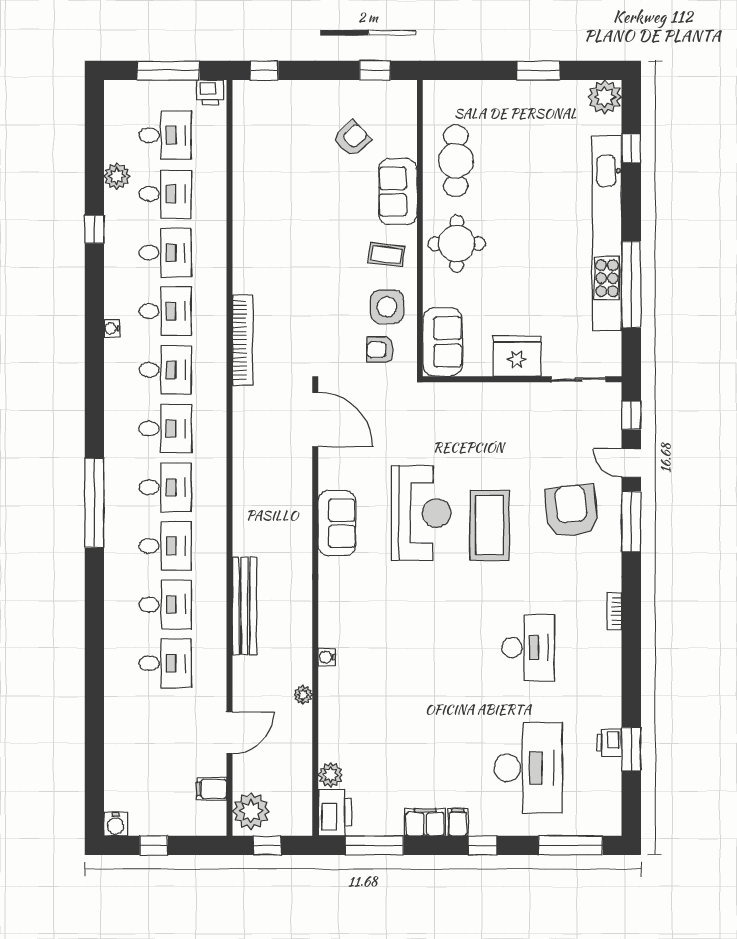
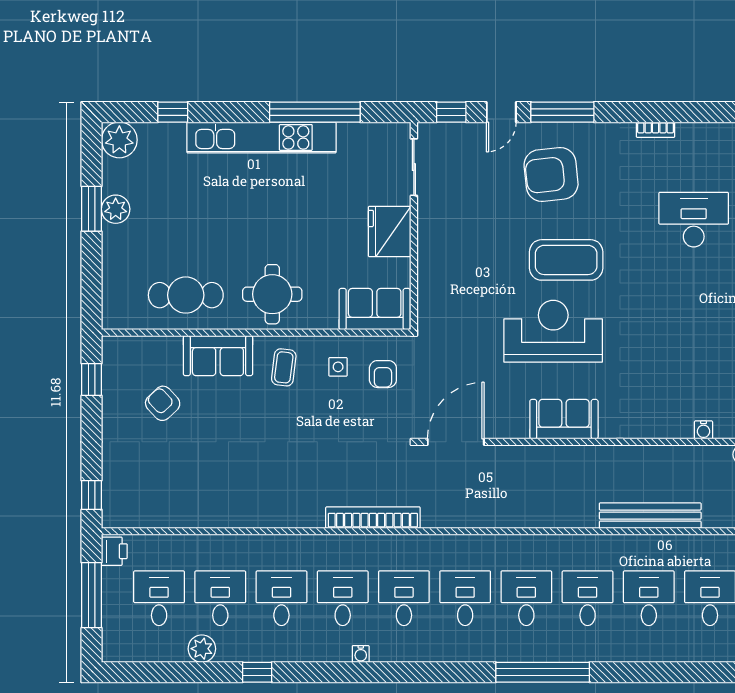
plant: (538, 94) -> (116, 209), added
kitchen unit: (607, 233) -> (261, 137), width x0.73
side table: (387, 307) -> (338, 367), width x0.54, depth x0.54

